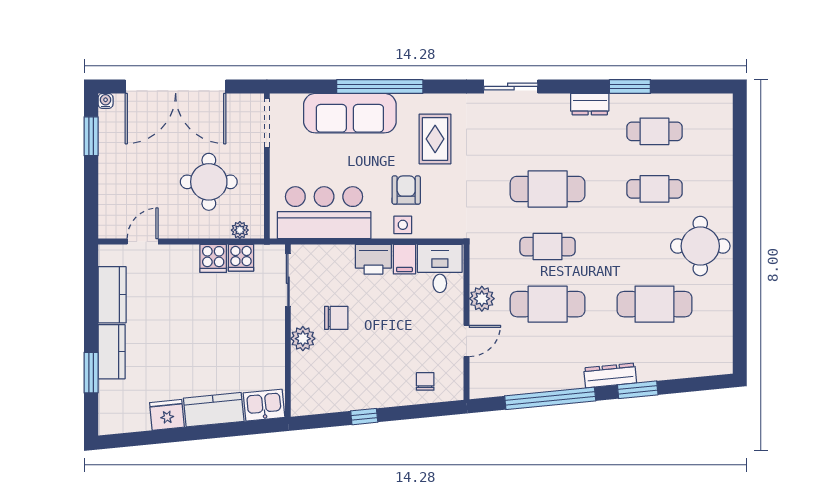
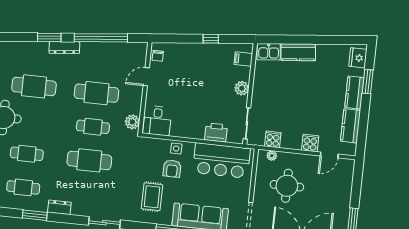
cooker: (213, 258) -> (310, 143), moved
printer: (373, 259) -> (216, 132), moved
filing cabinet: (404, 259) -> (243, 59), moved, turned -90
plant: (482, 299) -> (132, 122), moved
chair: (336, 318) -> (221, 98), removed
chair: (425, 381) -> (158, 56), moved
fridge: (167, 415) -> (358, 58), moved, turned 96

